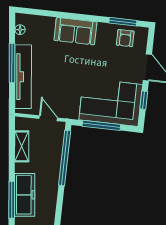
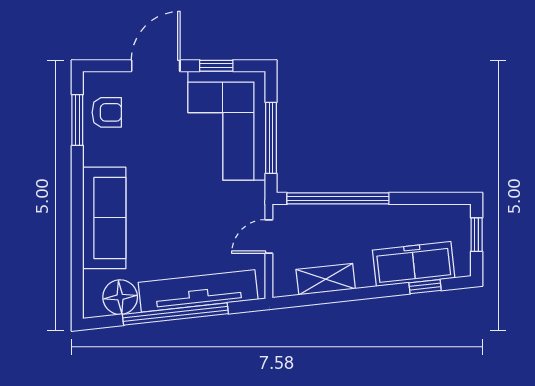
floor lamp: (20, 30) -> (120, 297), width x1.89, depth x1.89
sofa: (75, 31) -> (104, 218), width x1.36
window: (12, 63) -> (175, 314), width x1.46
window: (12, 200) -> (425, 287), width x0.46

